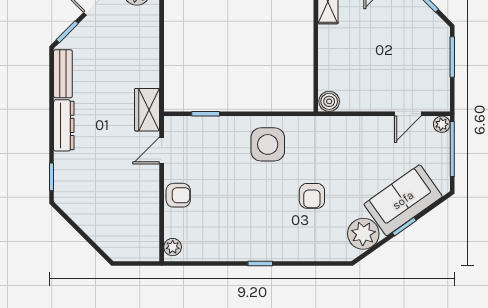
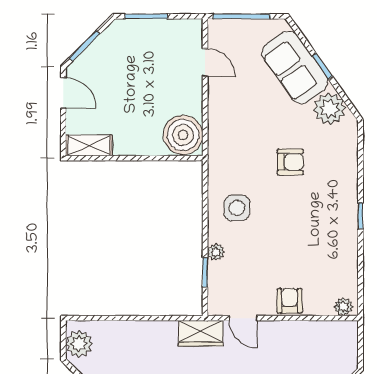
boiler: (329, 101) -> (183, 135), width x1.86, depth x1.86
plant: (442, 124) -> (216, 252), moved
side table: (268, 144) -> (237, 208), width x0.73, depth x0.73

